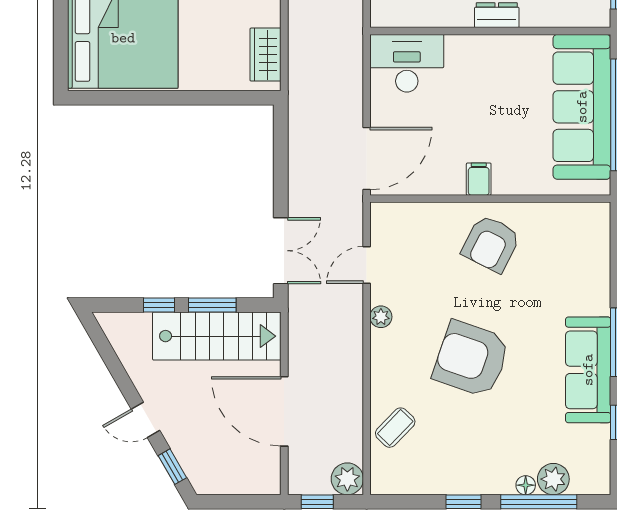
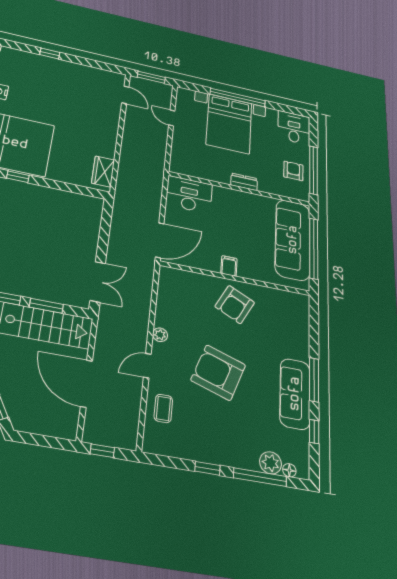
window: (137, 98) -> (18, 177), added
door: (367, 265) -> (147, 366), moved
coffee table: (395, 428) -> (163, 408), turned -44
plant: (347, 479) -> (126, 438), removed
floor lamp: (526, 485) -> (289, 470), moved

